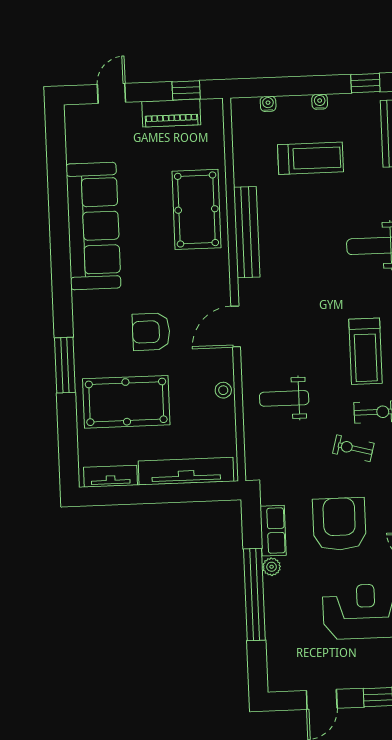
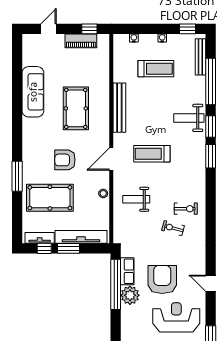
pool table: (196, 209) -> (76, 108), moved
sofa: (93, 226) -> (33, 92), width x0.74, depth x0.79
treadmill: (366, 351) -> (152, 154), moved, turned 90
window: (164, 493) -> (69, 248), added
window: (120, 495) -> (44, 248), added
armchair: (339, 524) -> (162, 279), moved
plant: (272, 567) -> (130, 295), width x1.87, depth x1.87
window: (254, 594) -> (116, 284), moved

